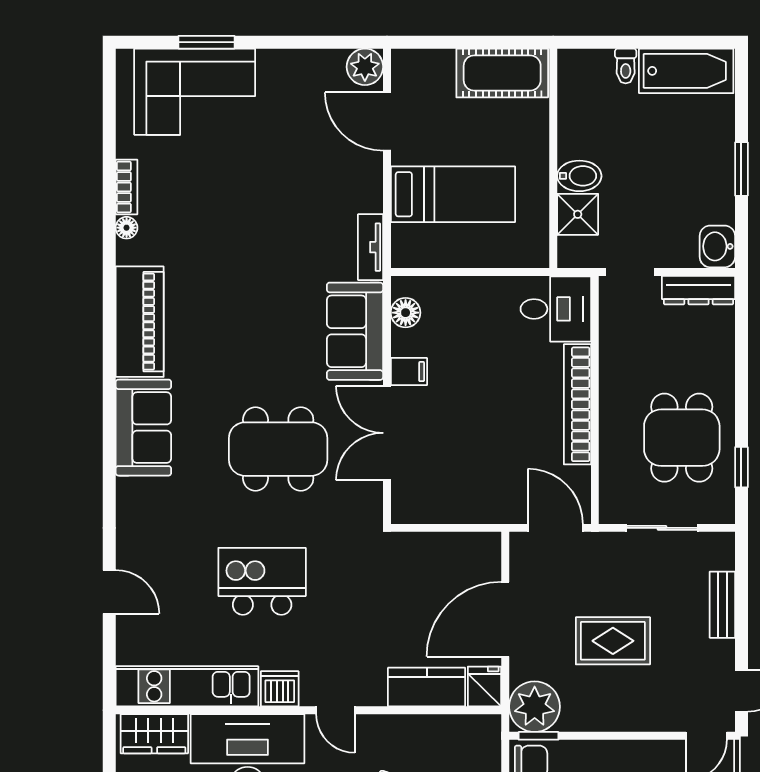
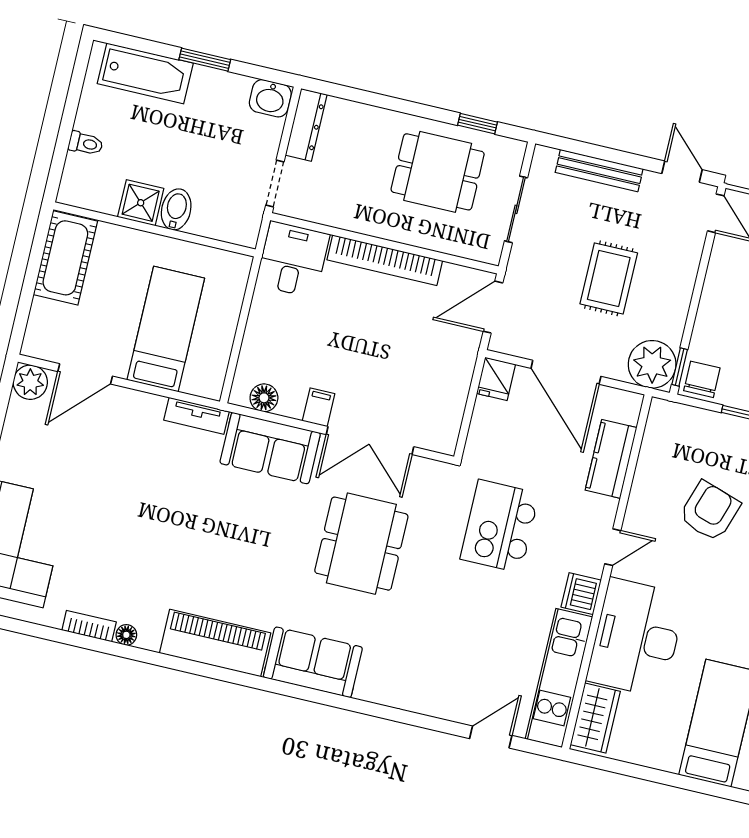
bathtub: (686, 71) -> (145, 73), moved, turned 90
shower: (578, 214) -> (141, 203), moved
kitchen island: (262, 581) -> (500, 526), moved
door: (109, 592) -> (491, 737), moved
bench: (722, 605) -> (599, 171), width x1.36
fridge: (484, 686) -> (496, 379), moved, turned -90

